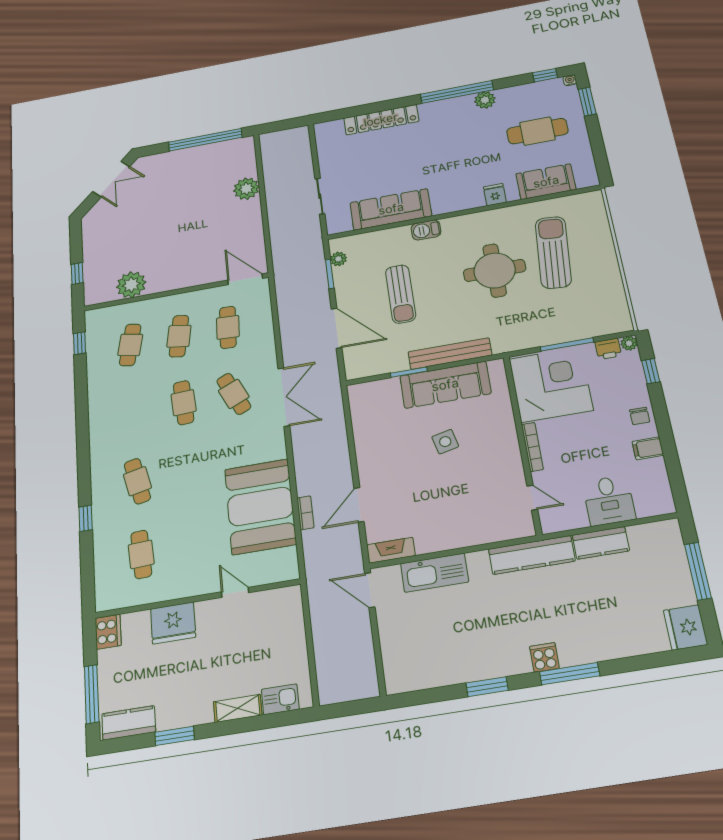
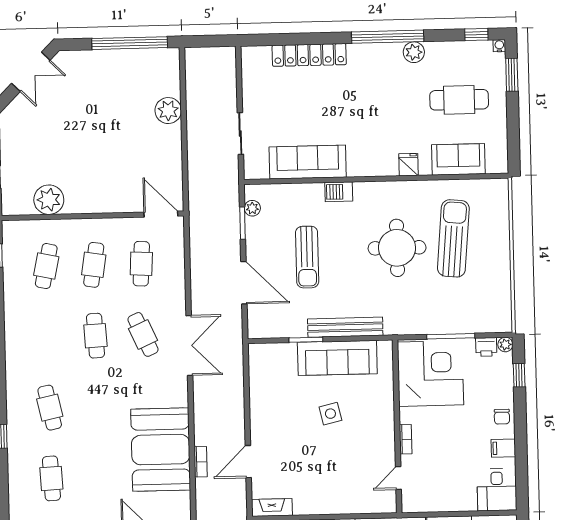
bookcase: (532, 447) -> (406, 439), width x0.64
door: (532, 498) -> (398, 478), swing flipped
desk: (609, 500) -> (497, 490), moved

